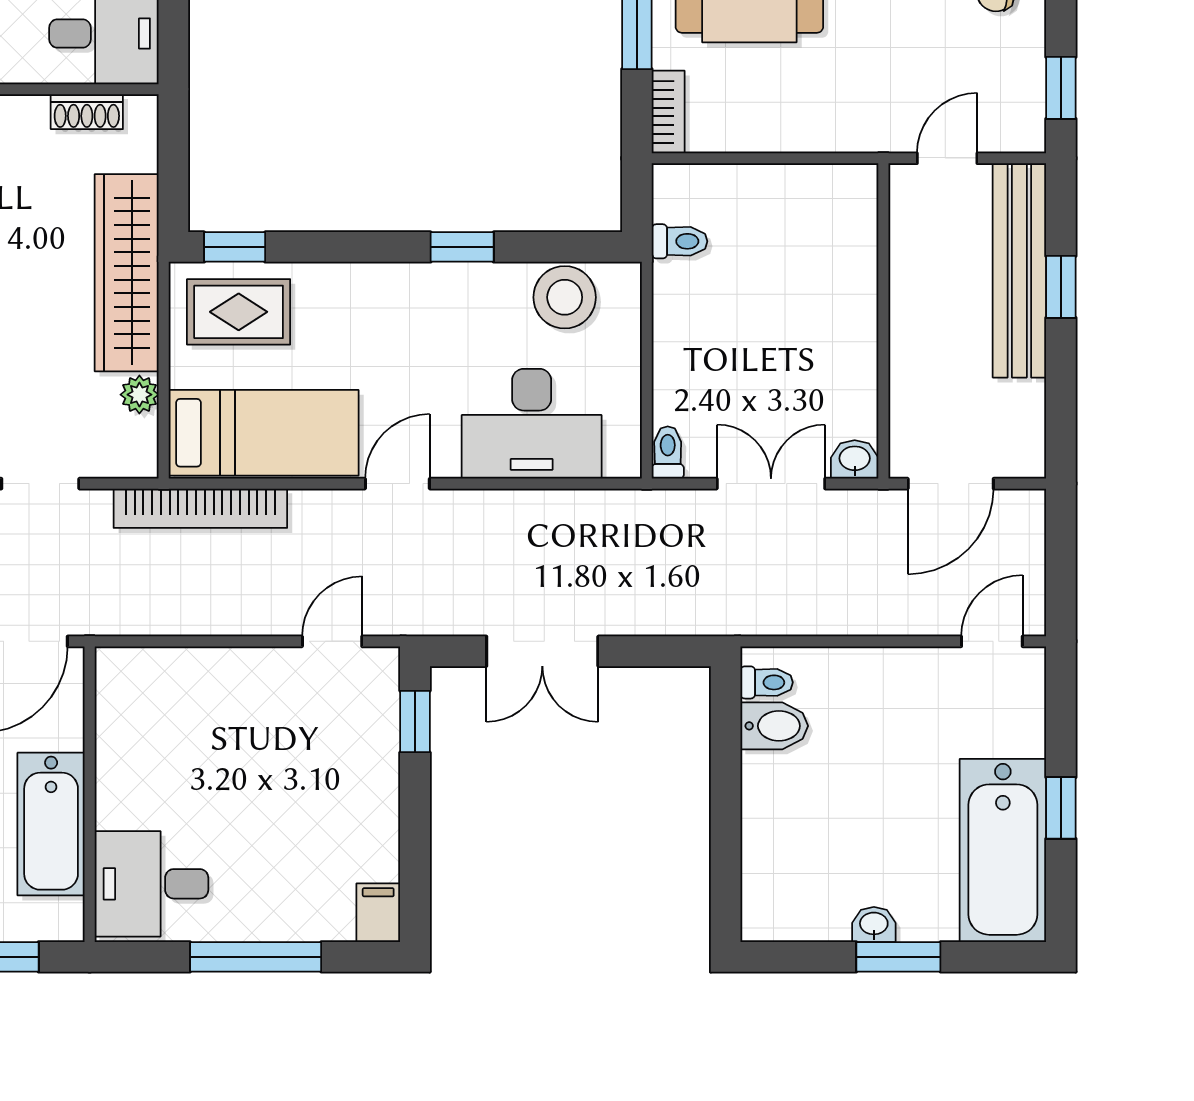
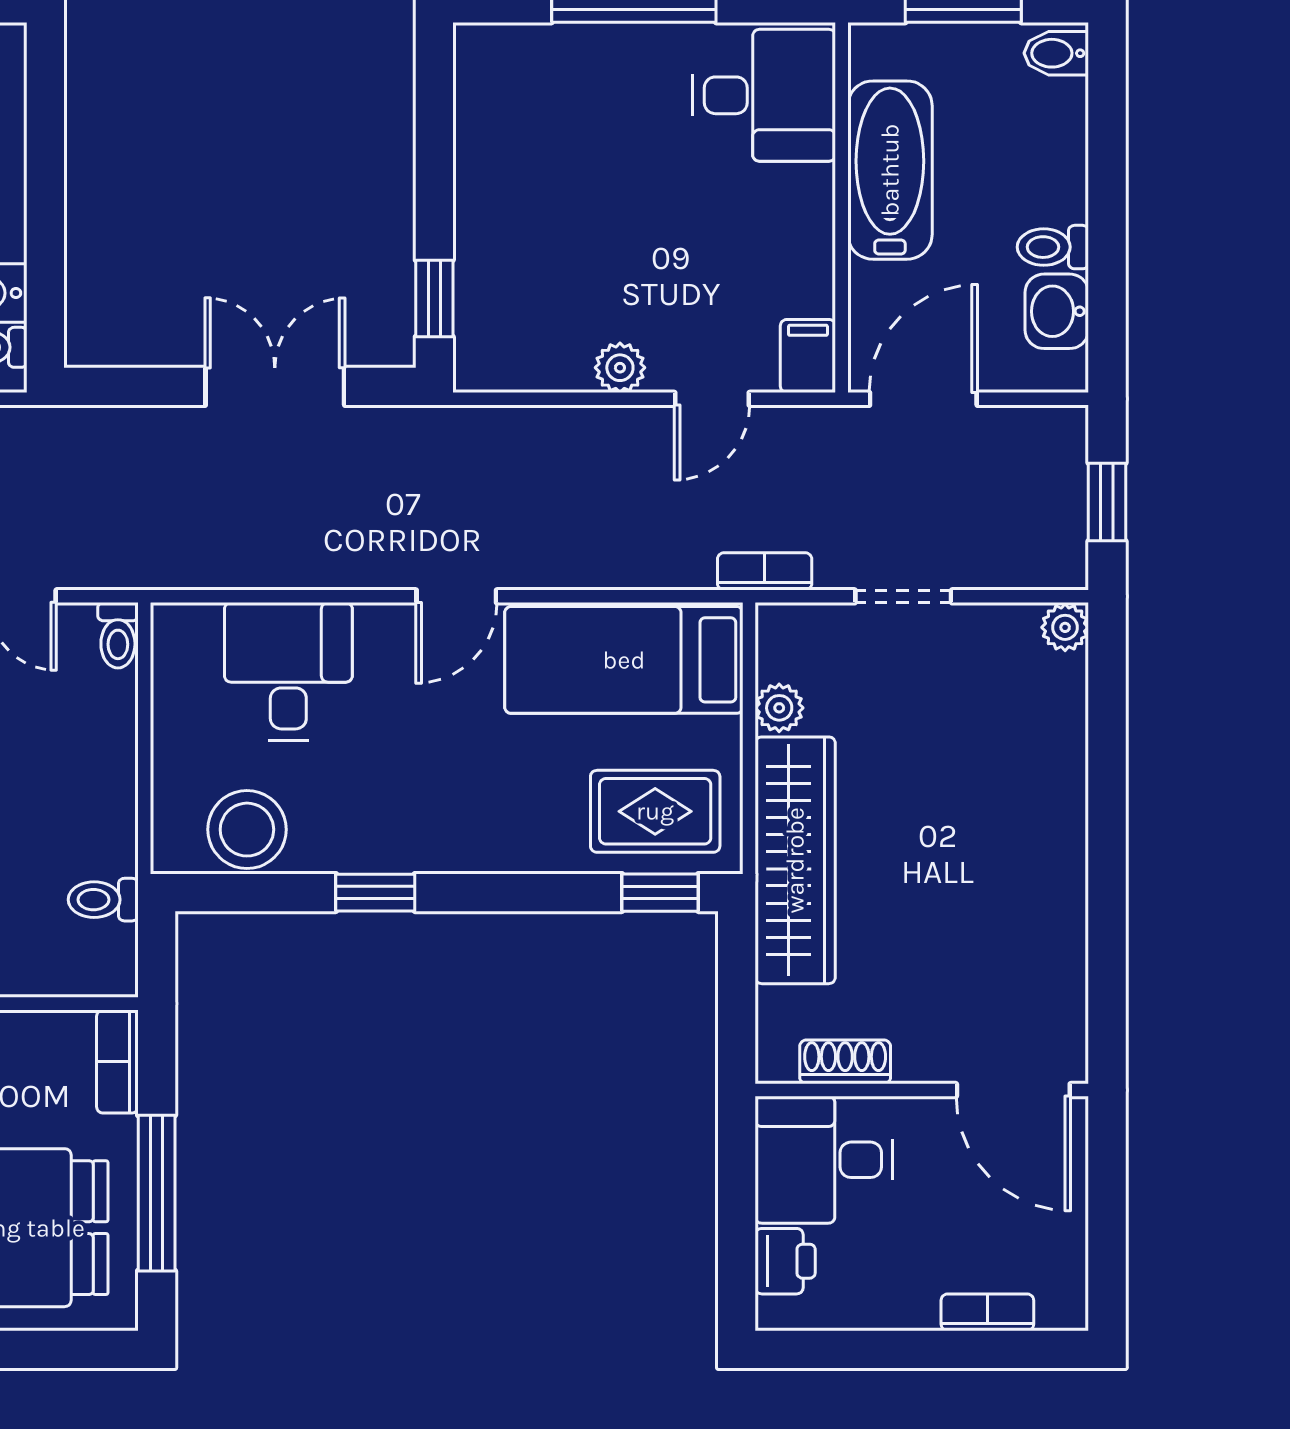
desk: (532, 424) -> (288, 671), width x0.73
bookcase: (200, 508) -> (765, 571), width x0.43, depth x0.76
door: (332, 641) -> (712, 399), moved
plant: (267, 666) -> (620, 368), added
filing cabinet: (378, 913) -> (808, 356), moved, turned 180

